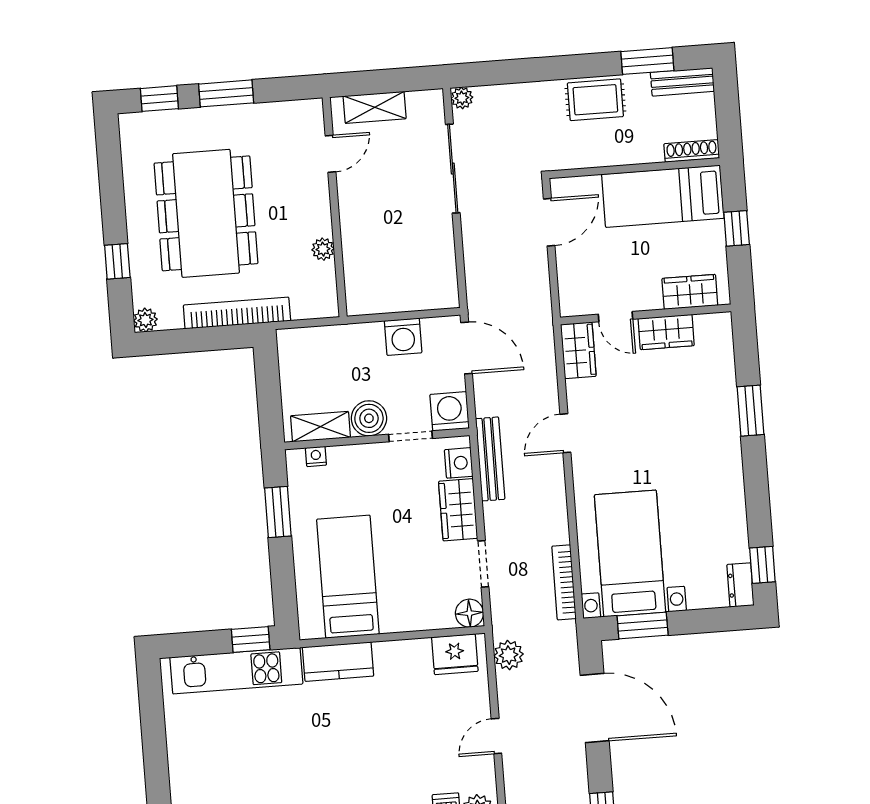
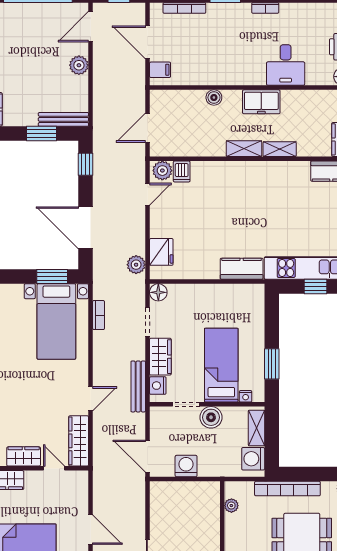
door: (549, 222) -> (91, 530), swing flipped
plant: (323, 249) -> (231, 506), moved
wardrobe: (578, 350) -> (79, 441), width x1.50
washing machine: (450, 411) -> (253, 459), moved, turned 90
shelving: (320, 427) -> (256, 428), moved, turned 90
bed: (348, 577) -> (221, 365), moved, turned 180
bookcase: (564, 582) -> (99, 315), width x0.64
window: (251, 640) -> (315, 286), moved
fridge: (455, 654) -> (161, 252), moved, turned 90
door: (496, 736) -> (147, 194), moved

